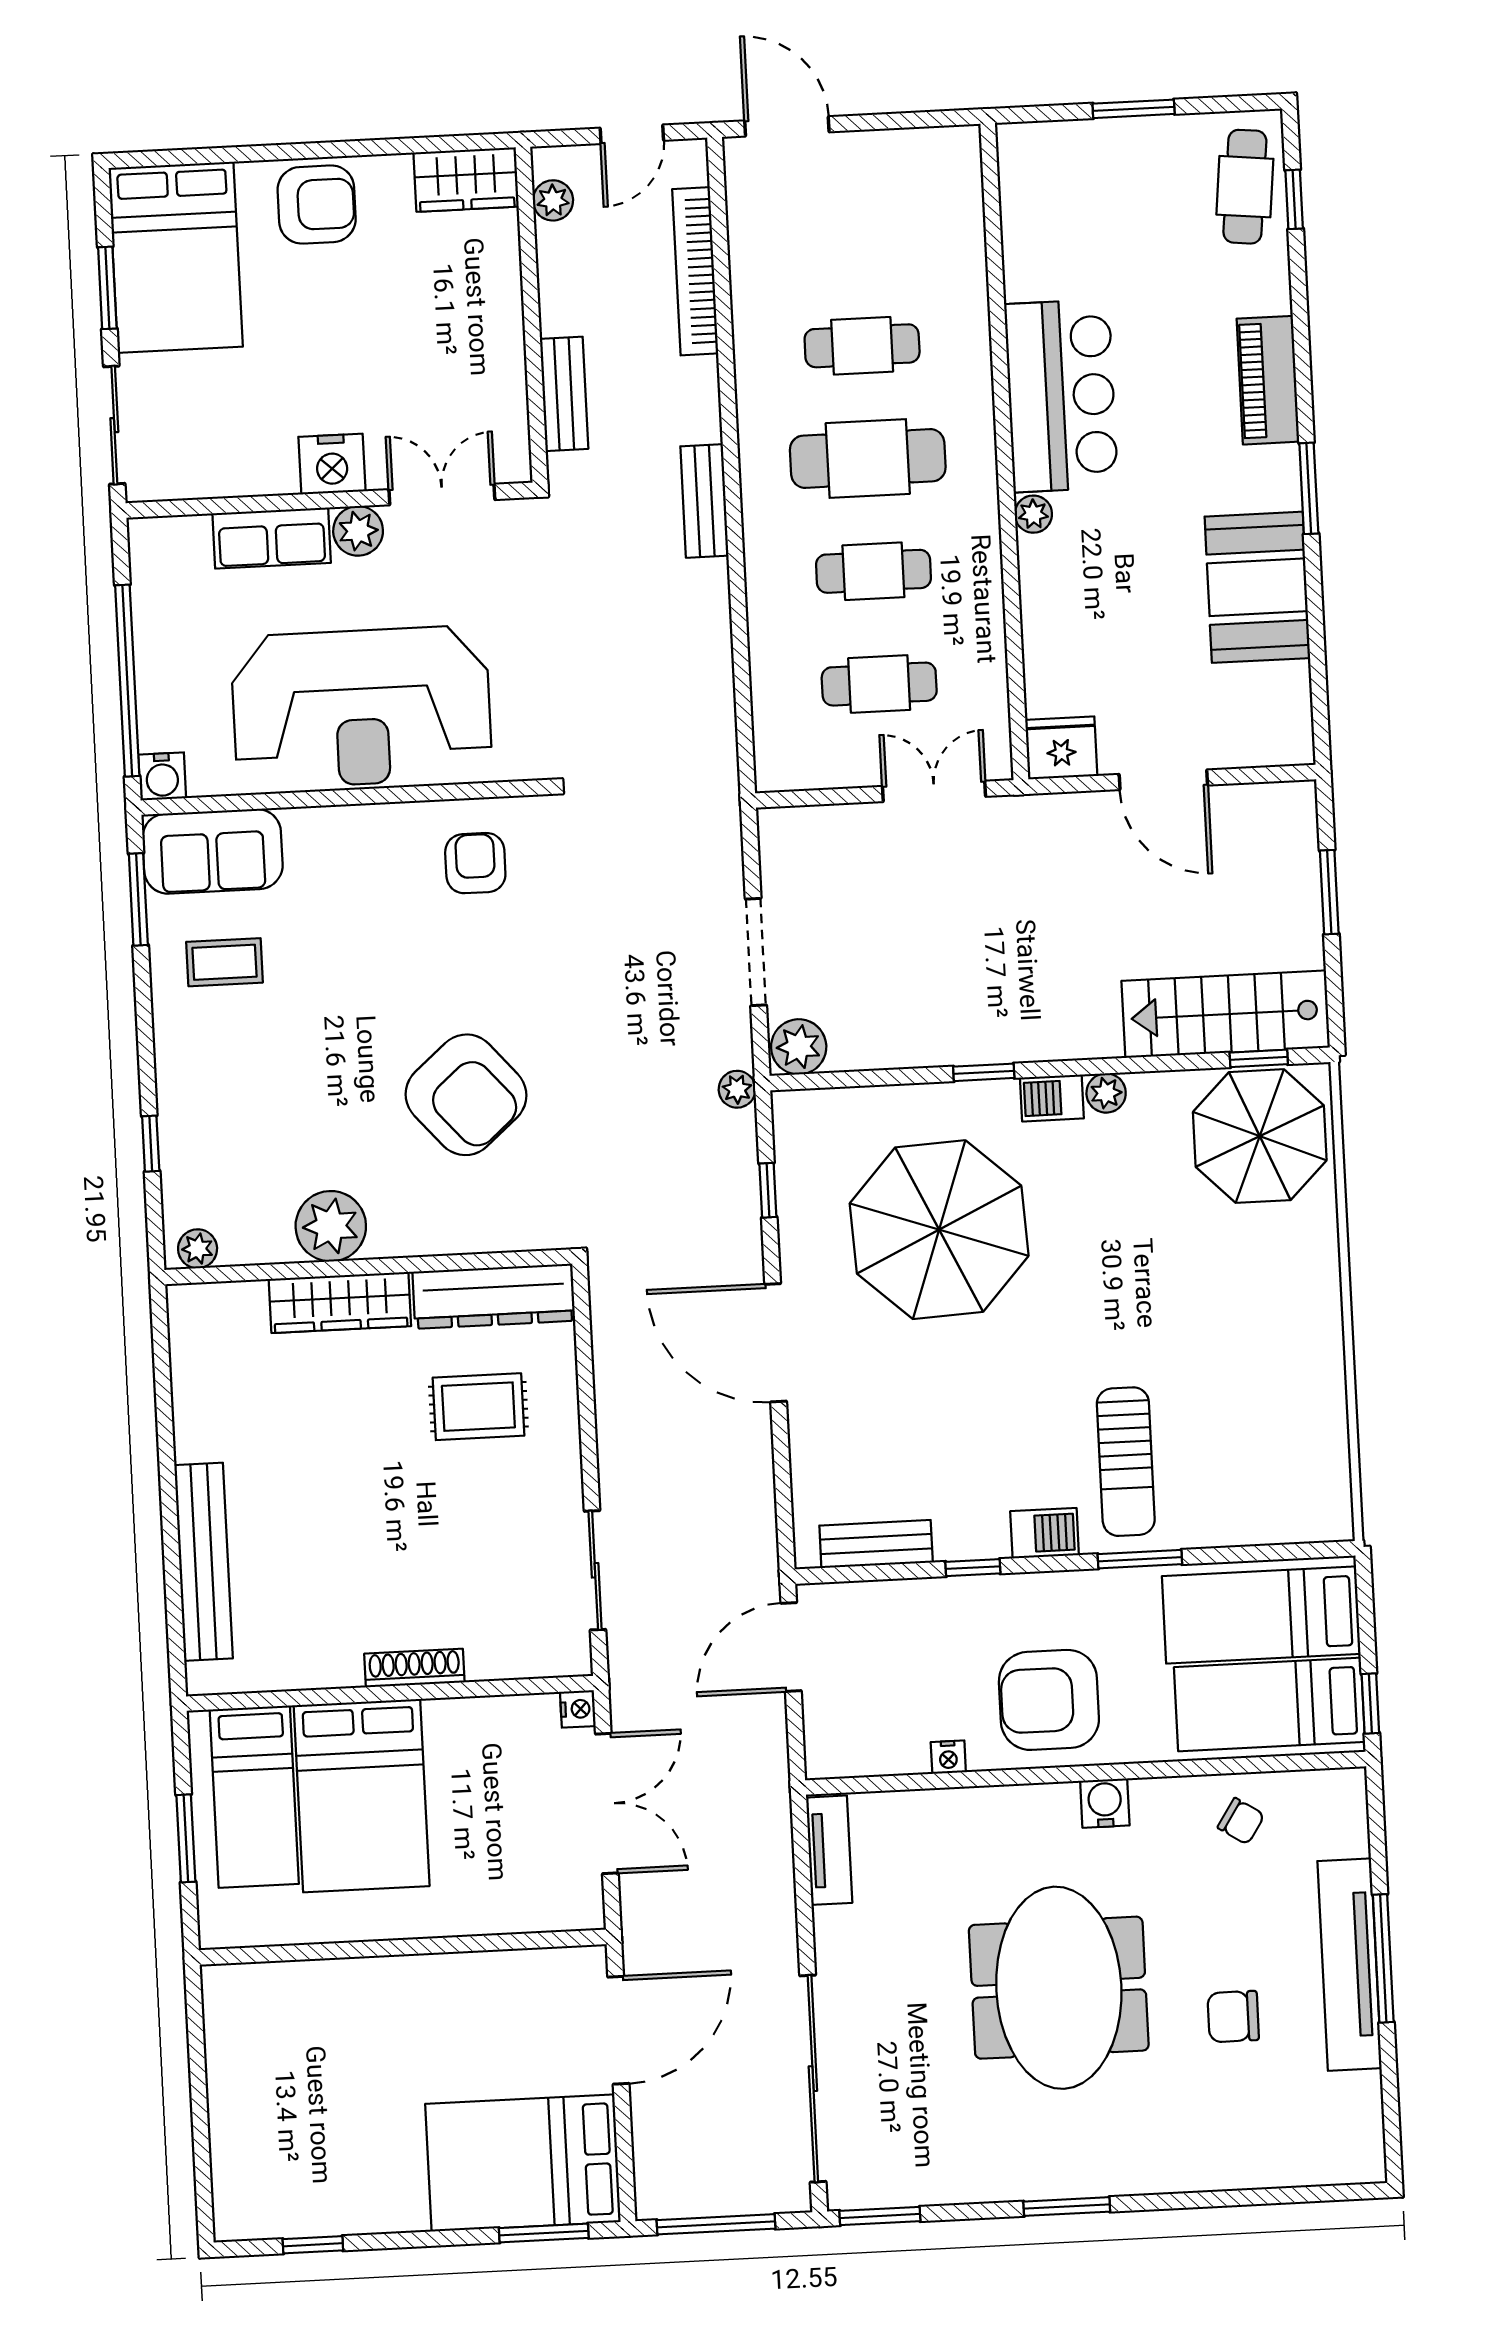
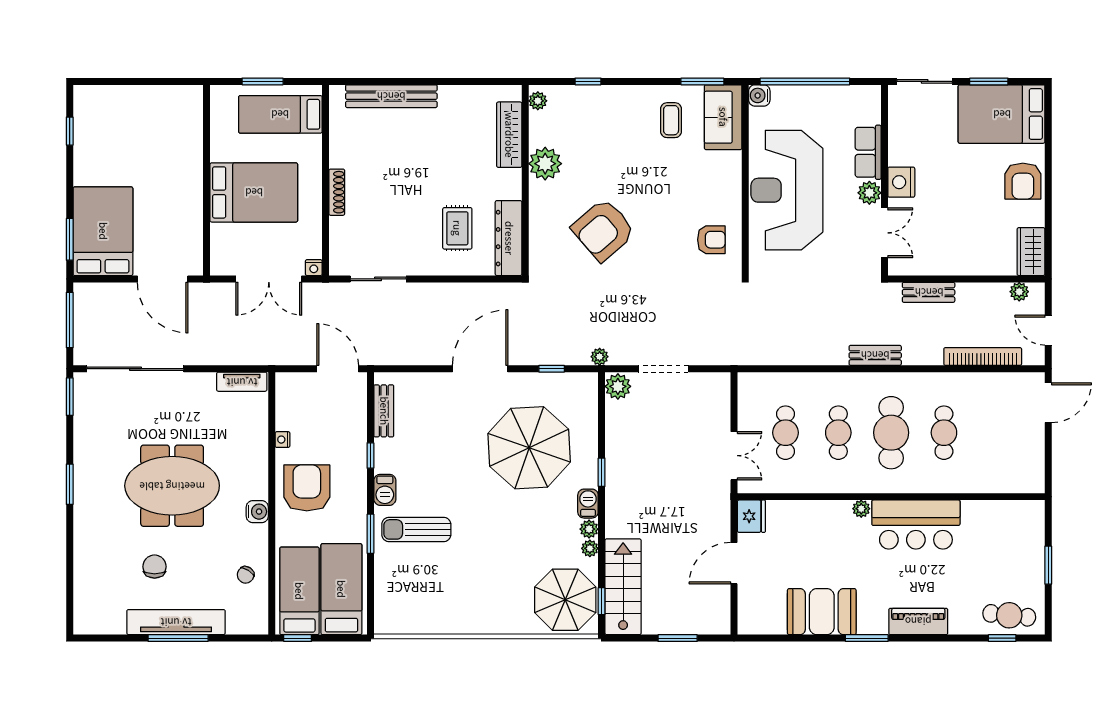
plant: (1147, 1089) -> (590, 548), added
wardrobe: (340, 1303) -> (509, 135), moved
bed: (362, 1796) -> (254, 192), moved, turned 180

